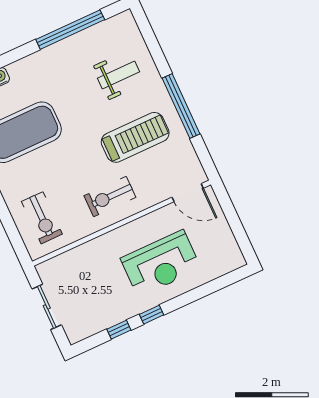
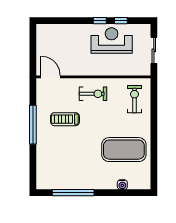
weight bench: (118, 75) -> (59, 157), removed
treadmill: (135, 137) -> (65, 119), width x0.73, depth x0.73
reception desk: (161, 263) -> (112, 40), moved

